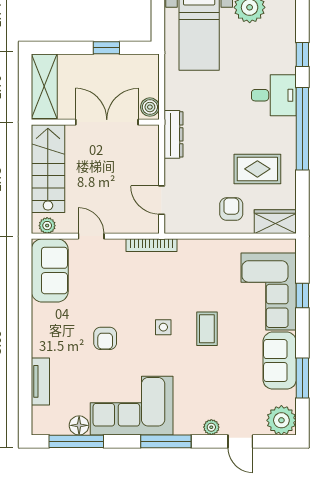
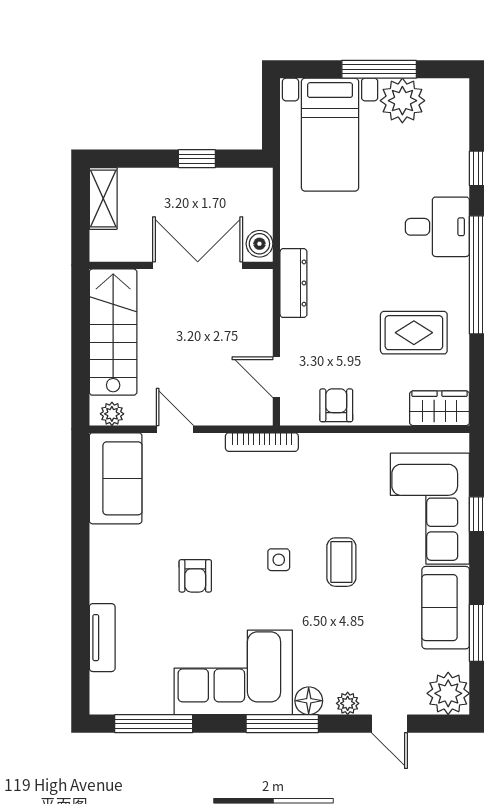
shelving: (44, 86) -> (103, 198), width x0.67, depth x0.75
armchair: (231, 209) -> (336, 405), moved
floor lamp: (79, 425) -> (309, 701), moved

